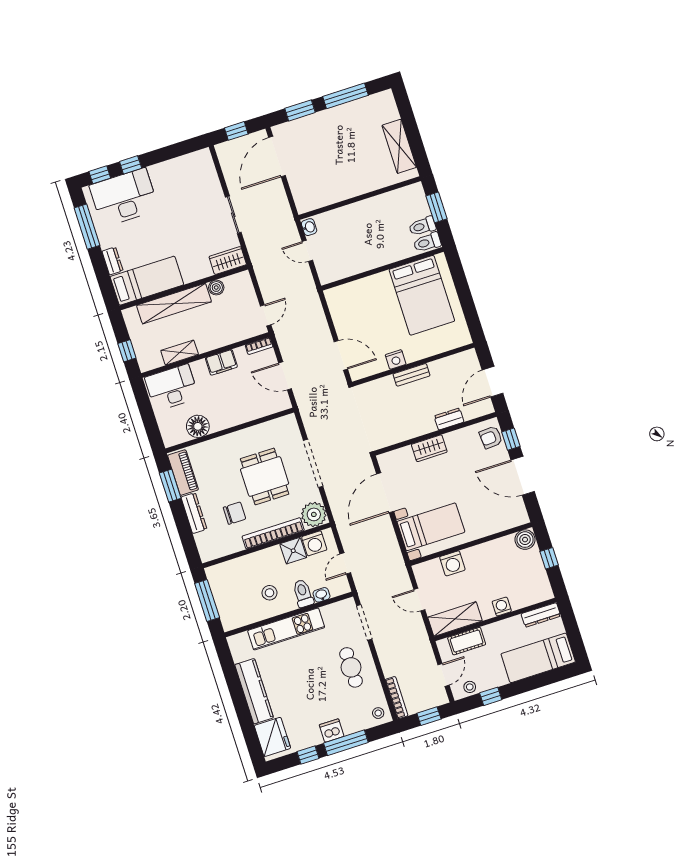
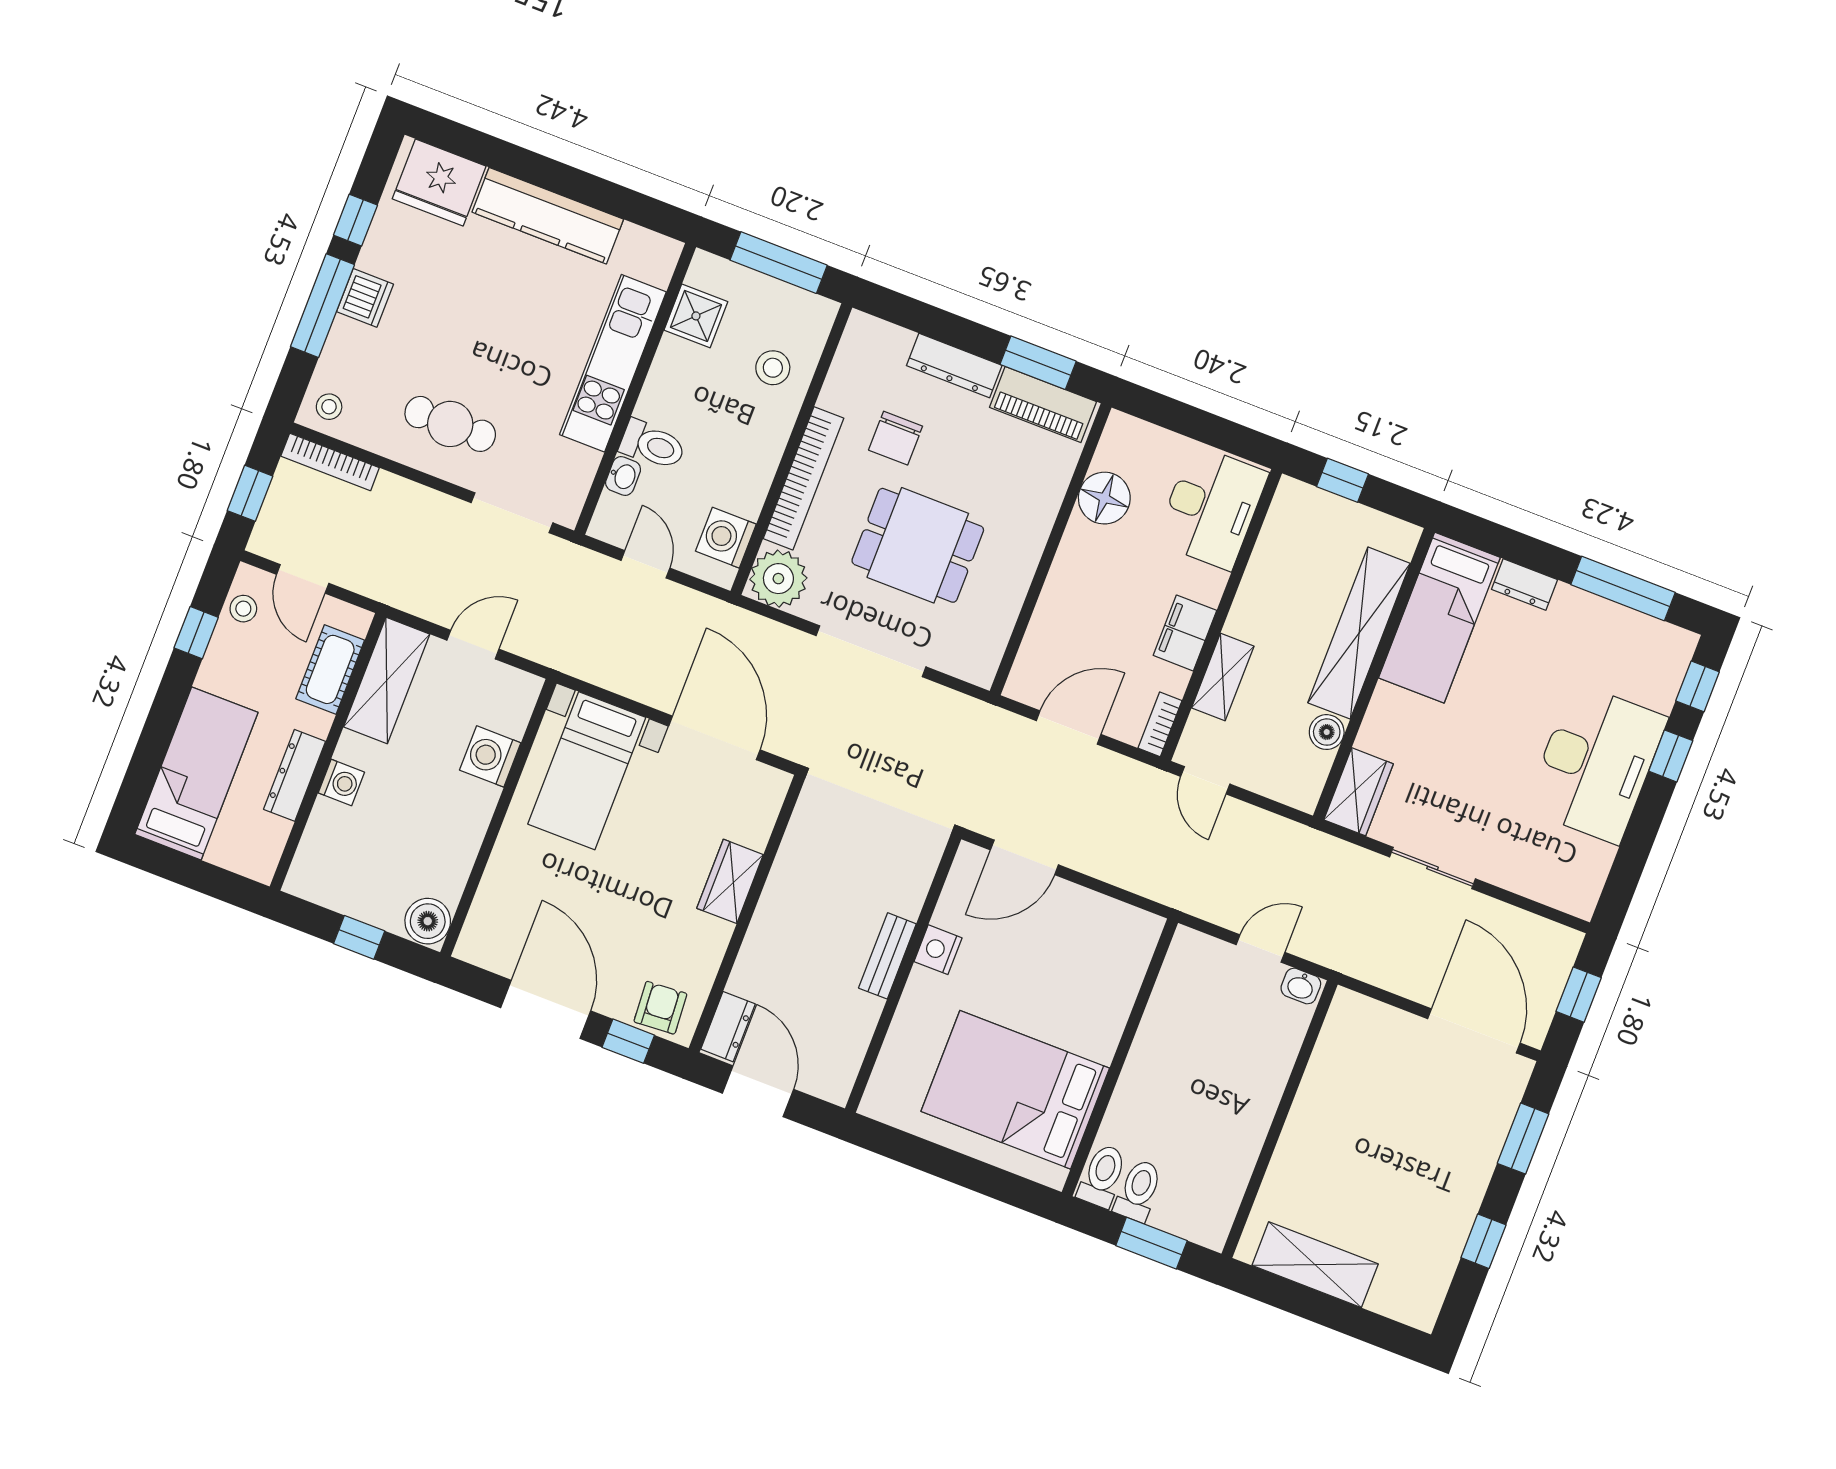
window: (345, 96) -> (1483, 1241), width x0.46
desk: (124, 198) -> (1596, 763), moved
shelving: (180, 353) -> (1223, 677), moved
dresser: (449, 419) -> (728, 1027), moved
door: (523, 476) -> (546, 1009), hinge flipped
shower: (293, 551) -> (696, 316), moved
stool: (269, 593) -> (773, 368), moved
dresser: (541, 615) -> (295, 775), moved

